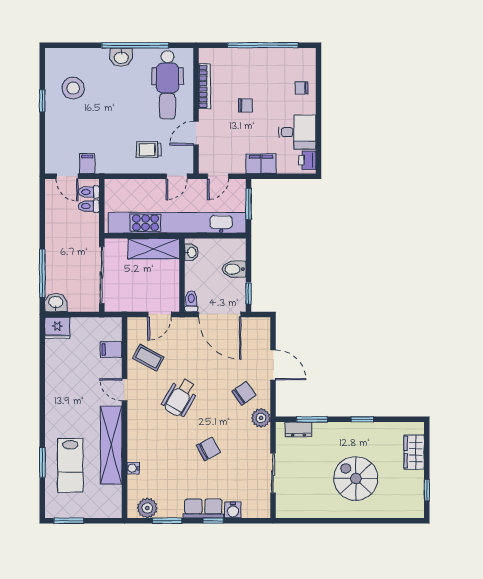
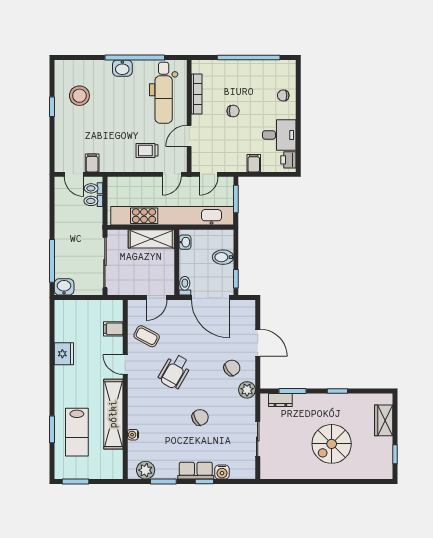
filing cabinet: (261, 164) -> (254, 163), width x0.50
fridge: (57, 328) -> (64, 354), moved, turned -90
spiral stairs: (356, 479) -> (332, 444), turned -90

